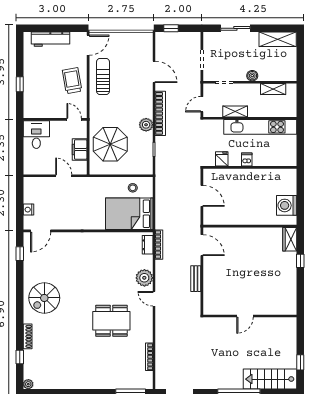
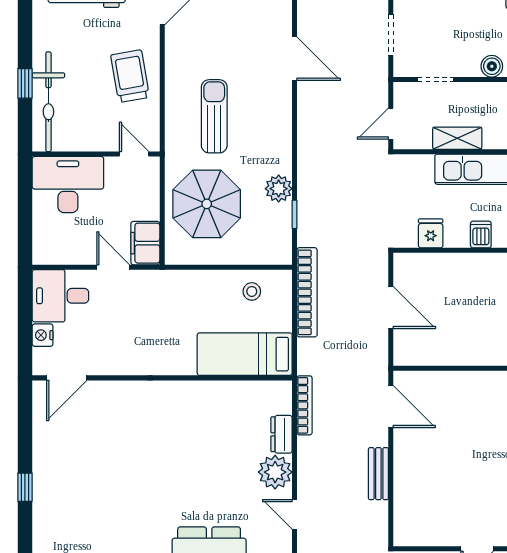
sun lounger: (103, 76) -> (214, 116), moved
bicycle: (31, 93) -> (48, 102), added
bookcase: (160, 113) -> (307, 292), moved
plant: (146, 125) -> (279, 189), moved
desk: (36, 135) -> (68, 185), width x1.37
filing cabinet: (80, 149) -> (145, 243), moved
desk: (37, 190) -> (60, 296), added
bed: (129, 214) -> (245, 354), width x0.67
dresser: (148, 245) -> (282, 434), moved
window: (20, 254) -> (25, 487), moved
spiral stairs: (44, 298) -> (74, 513), removed

